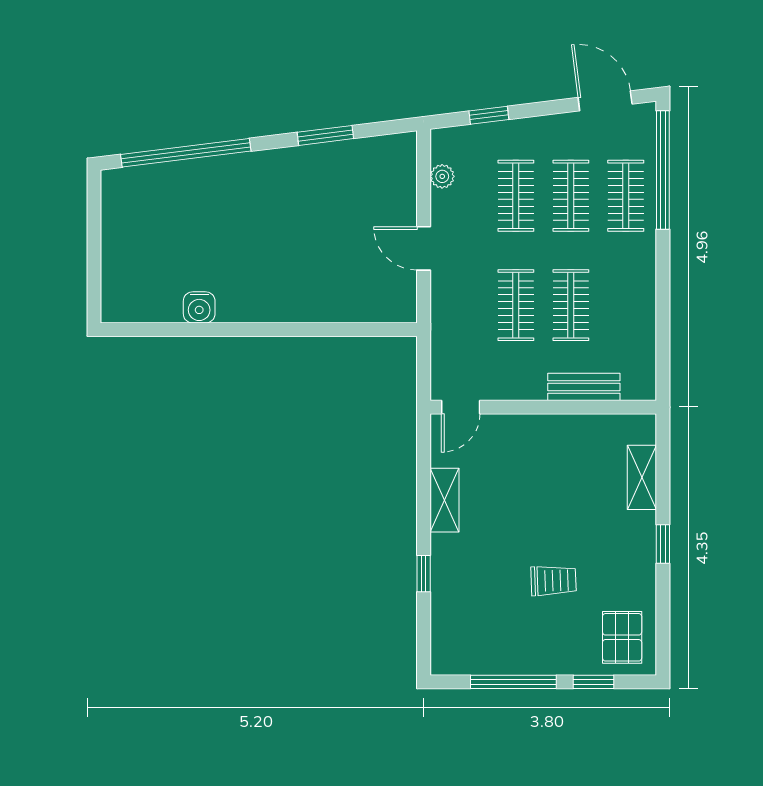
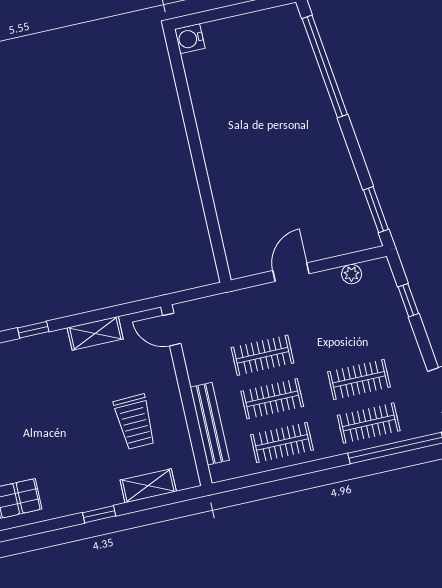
window: (325, 135) -> (376, 210), moved
clothes rail: (516, 196) -> (282, 442), moved
water cooler: (199, 307) -> (190, 39), moved
bench: (584, 387) -> (210, 424), width x1.36
trolley: (554, 581) -> (135, 422), moved, width x1.36, depth x1.39

